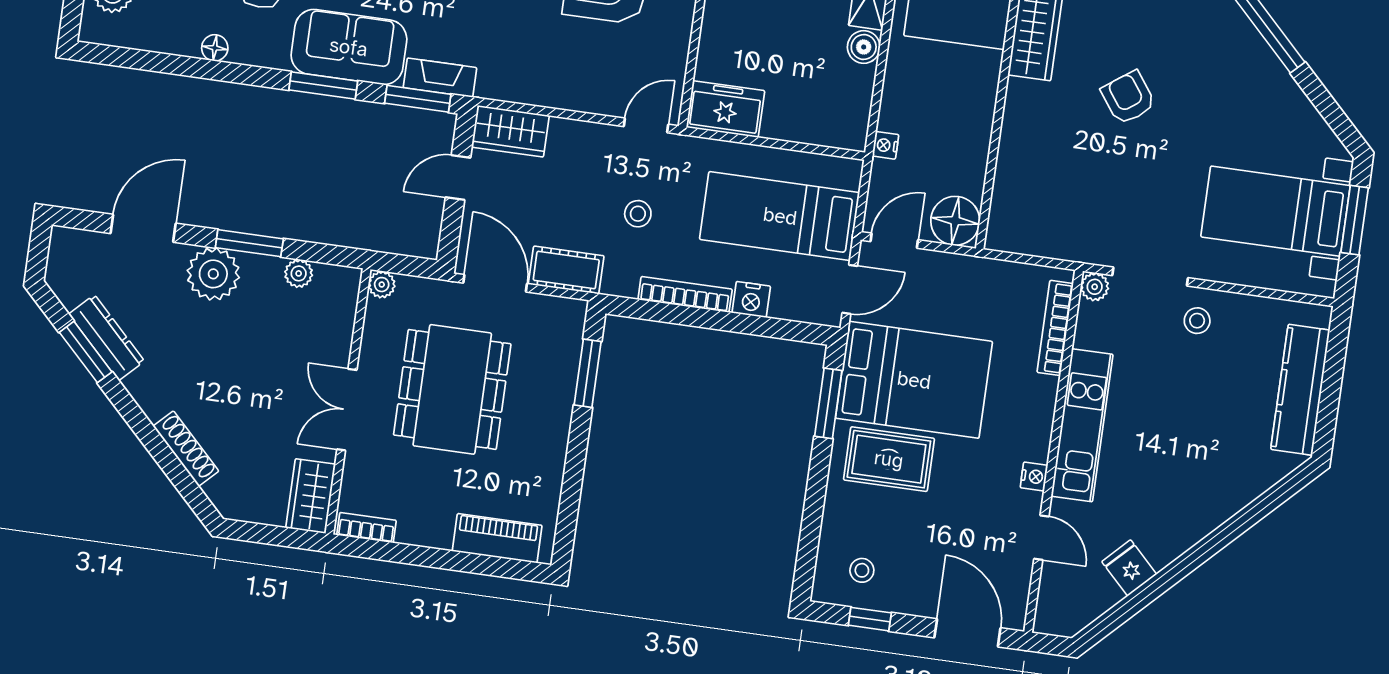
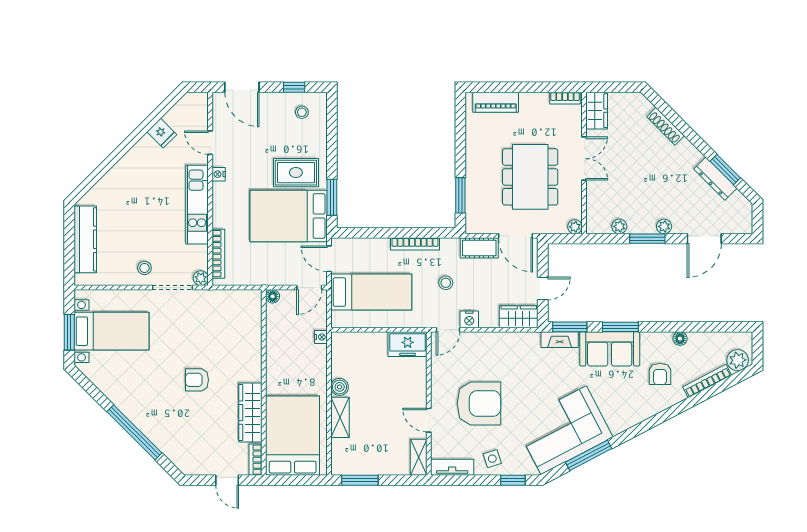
armchair: (1128, 98) -> (197, 380), turned 126
floor lamp: (955, 221) -> (273, 296), width x0.53, depth x0.53
plant: (213, 274) -> (664, 226), width x0.53, depth x0.53
door: (850, 289) -> (329, 259), hinge flipped
nightstand: (751, 299) -> (469, 319), moved, turned 180

